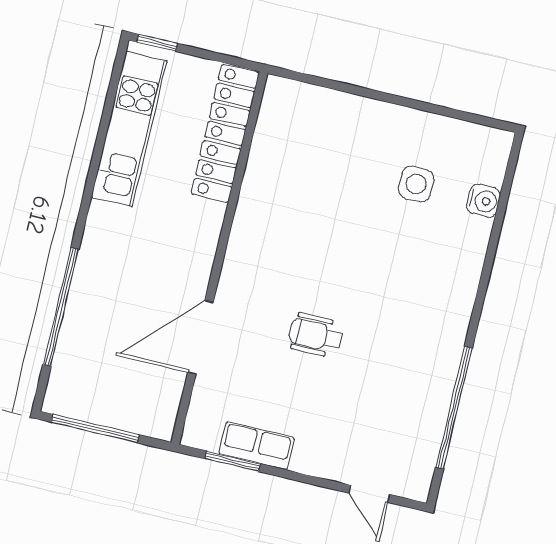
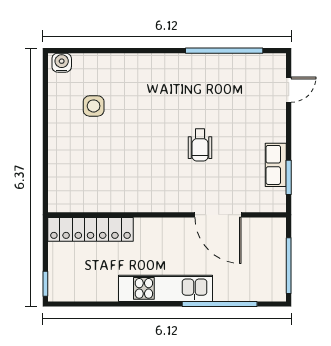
kitchen unit: (129, 129) -> (165, 288), moved
water cooler: (483, 201) -> (62, 63), moved

